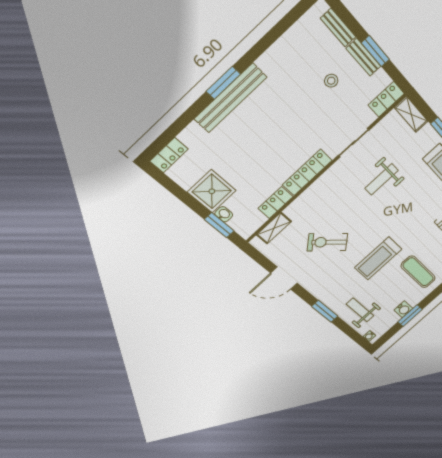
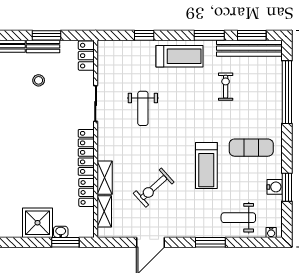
shelving: (411, 114) -> (105, 178), moved, turned 90

